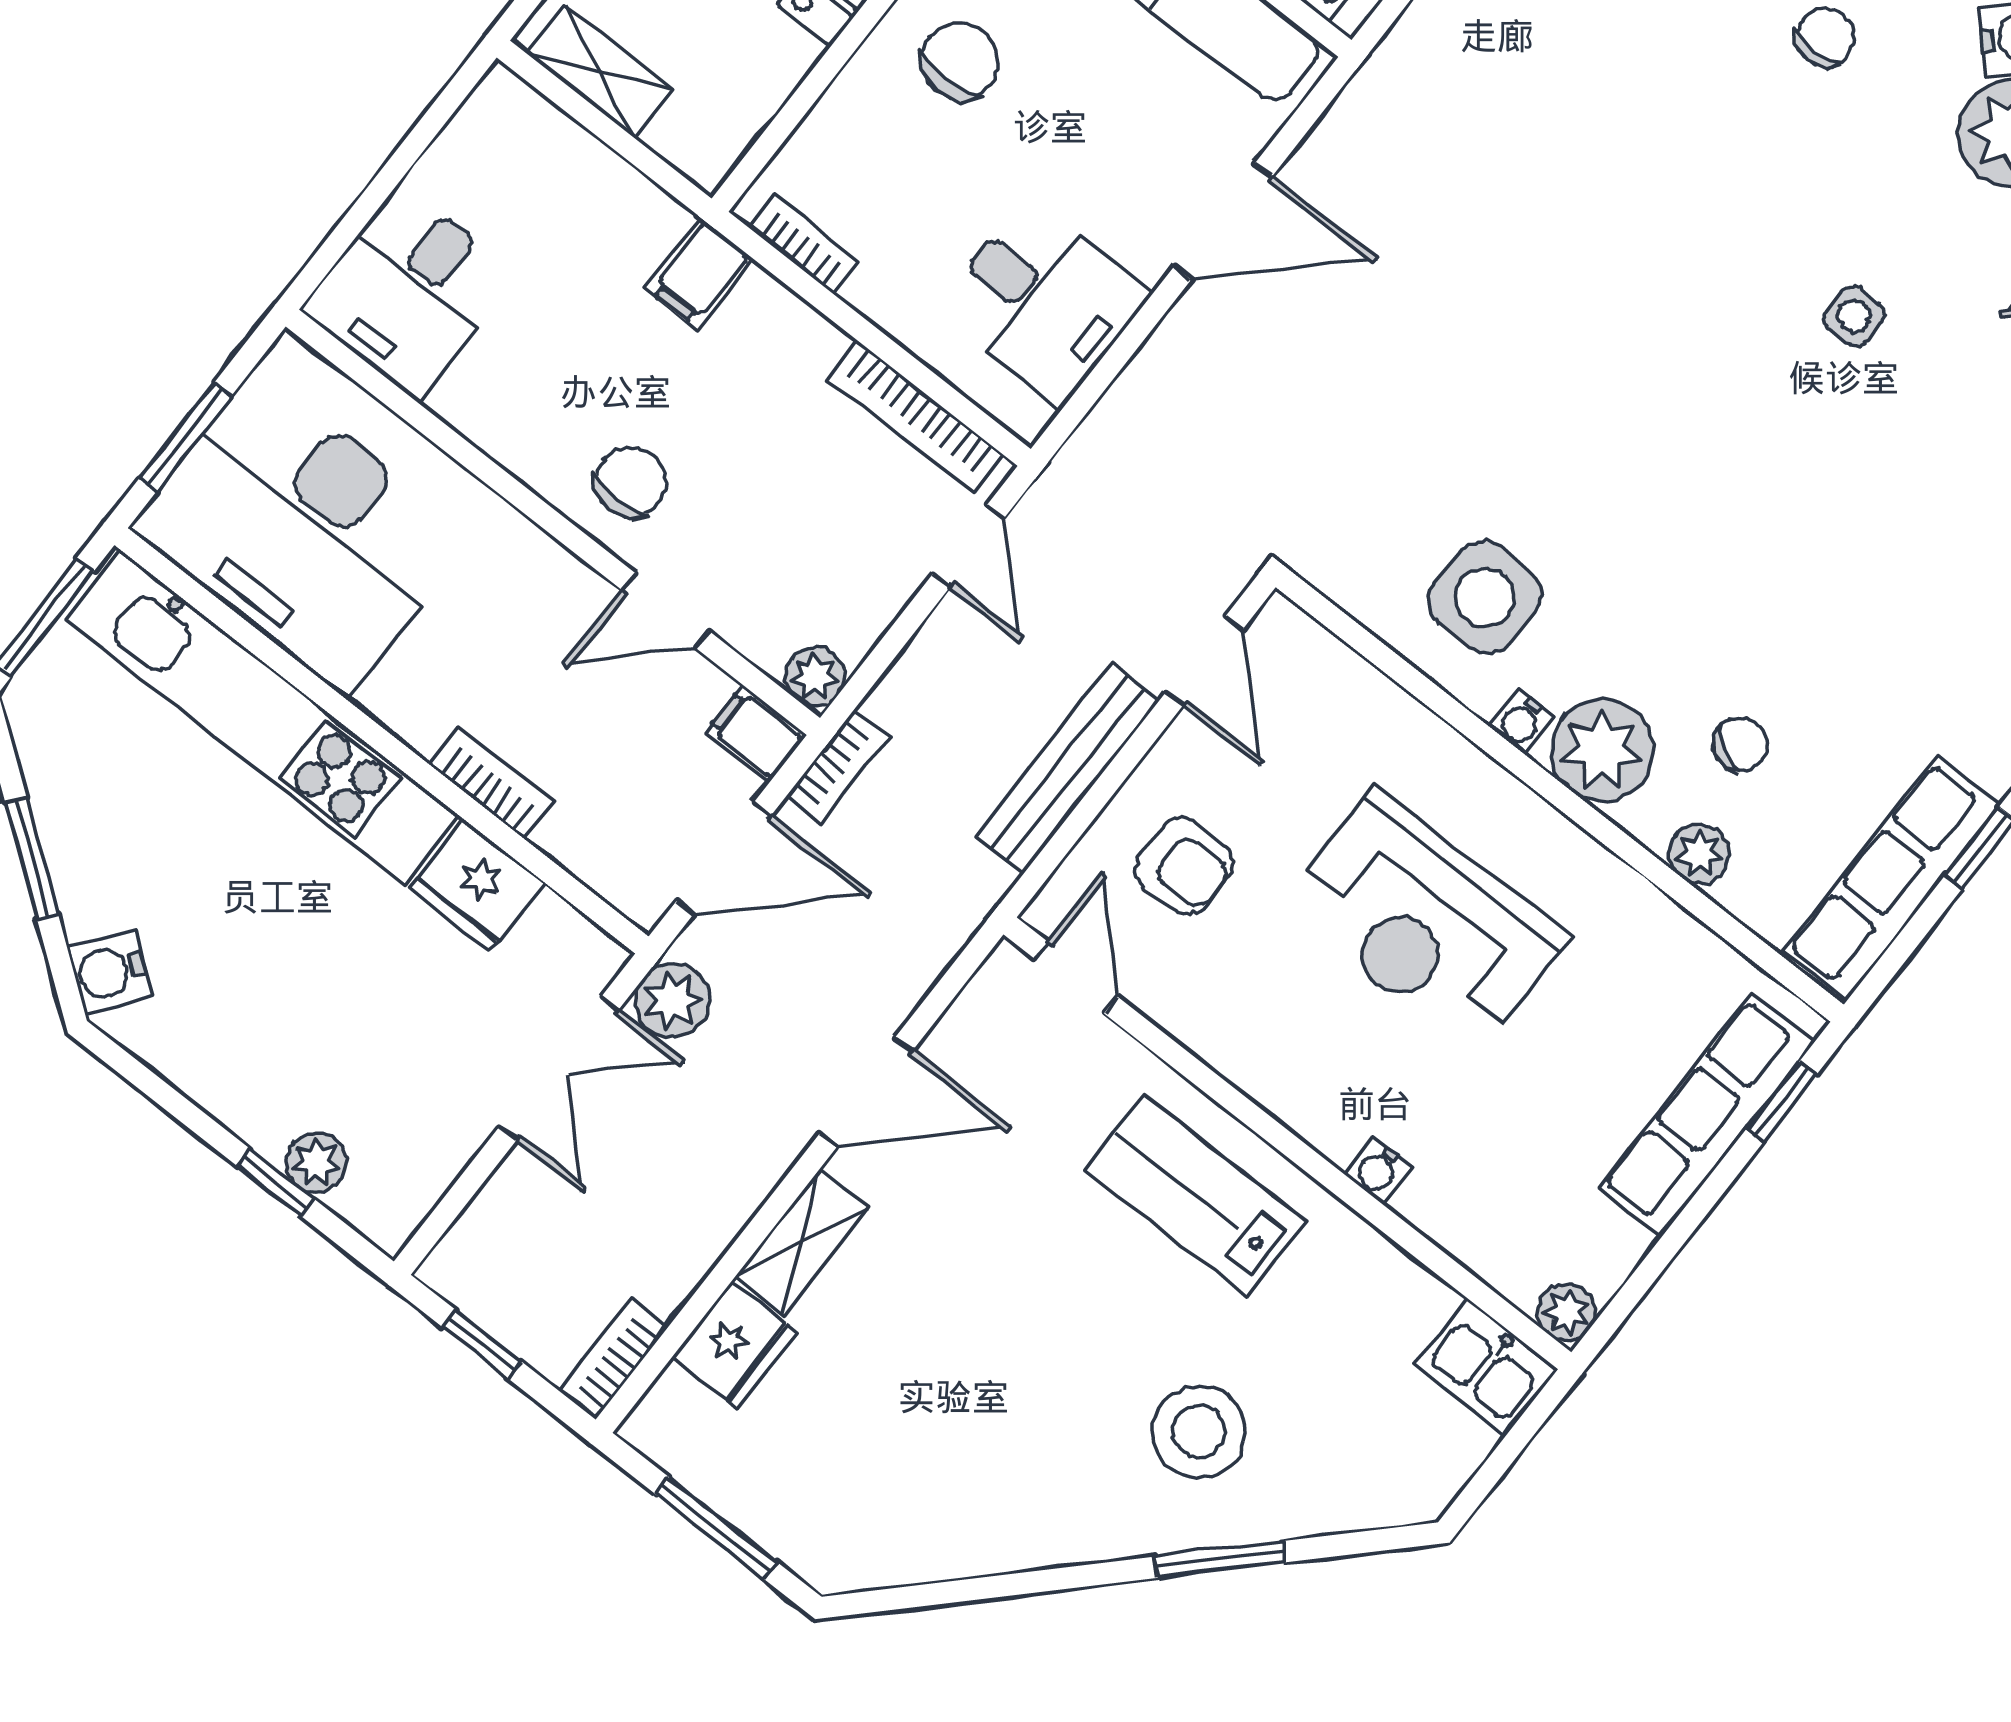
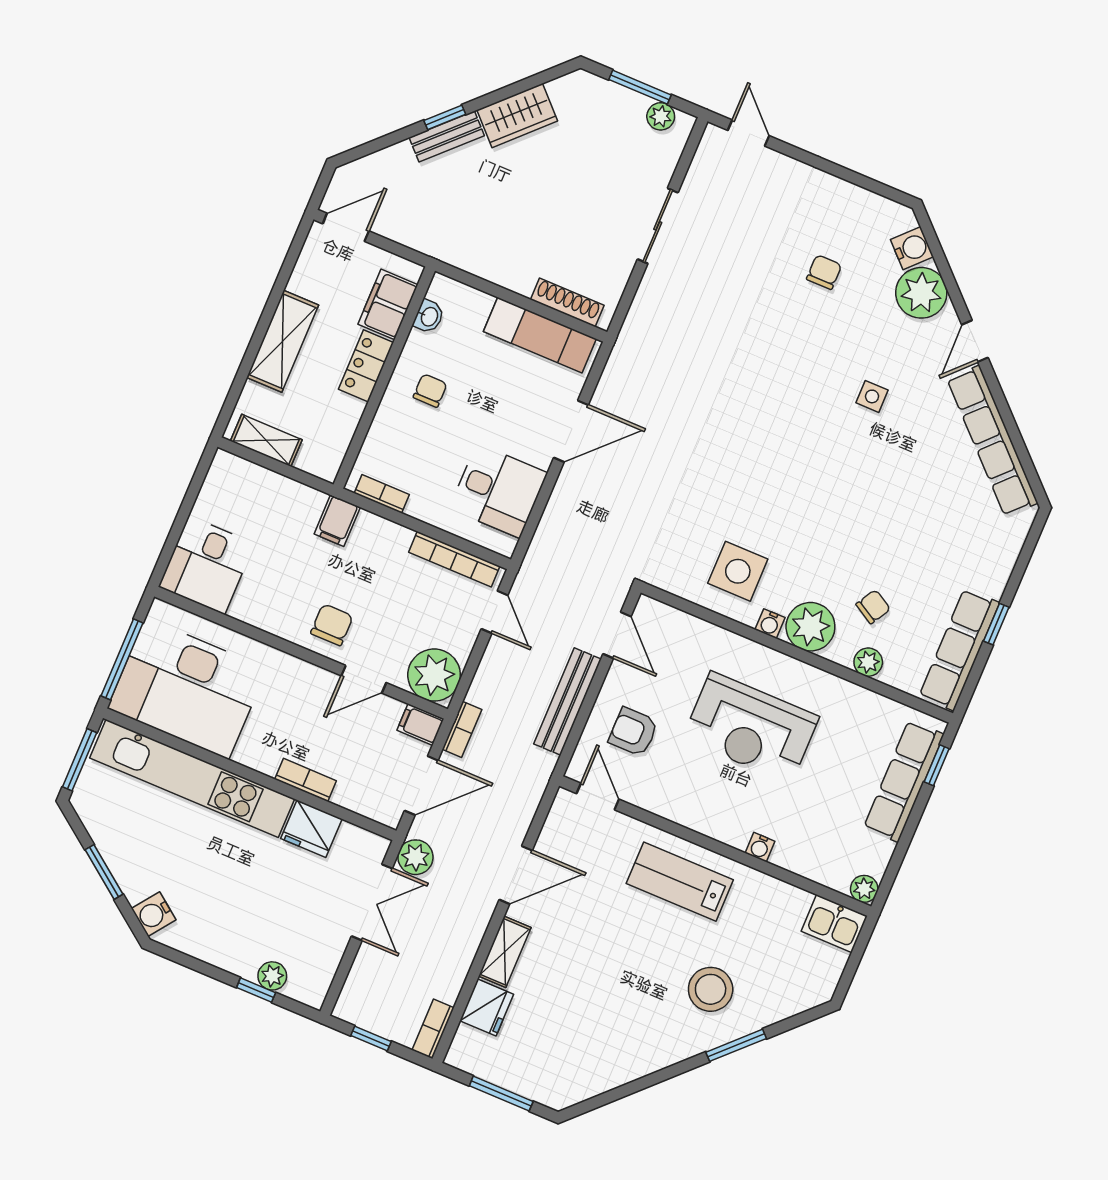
chair: (960, 61) -> (430, 391), width x0.73, depth x0.73
window: (186, 437) -> (122, 659), width x1.44
plant: (815, 677) -> (434, 675), width x1.87, depth x1.87
armchair: (1184, 866) -> (633, 732), turned 180

